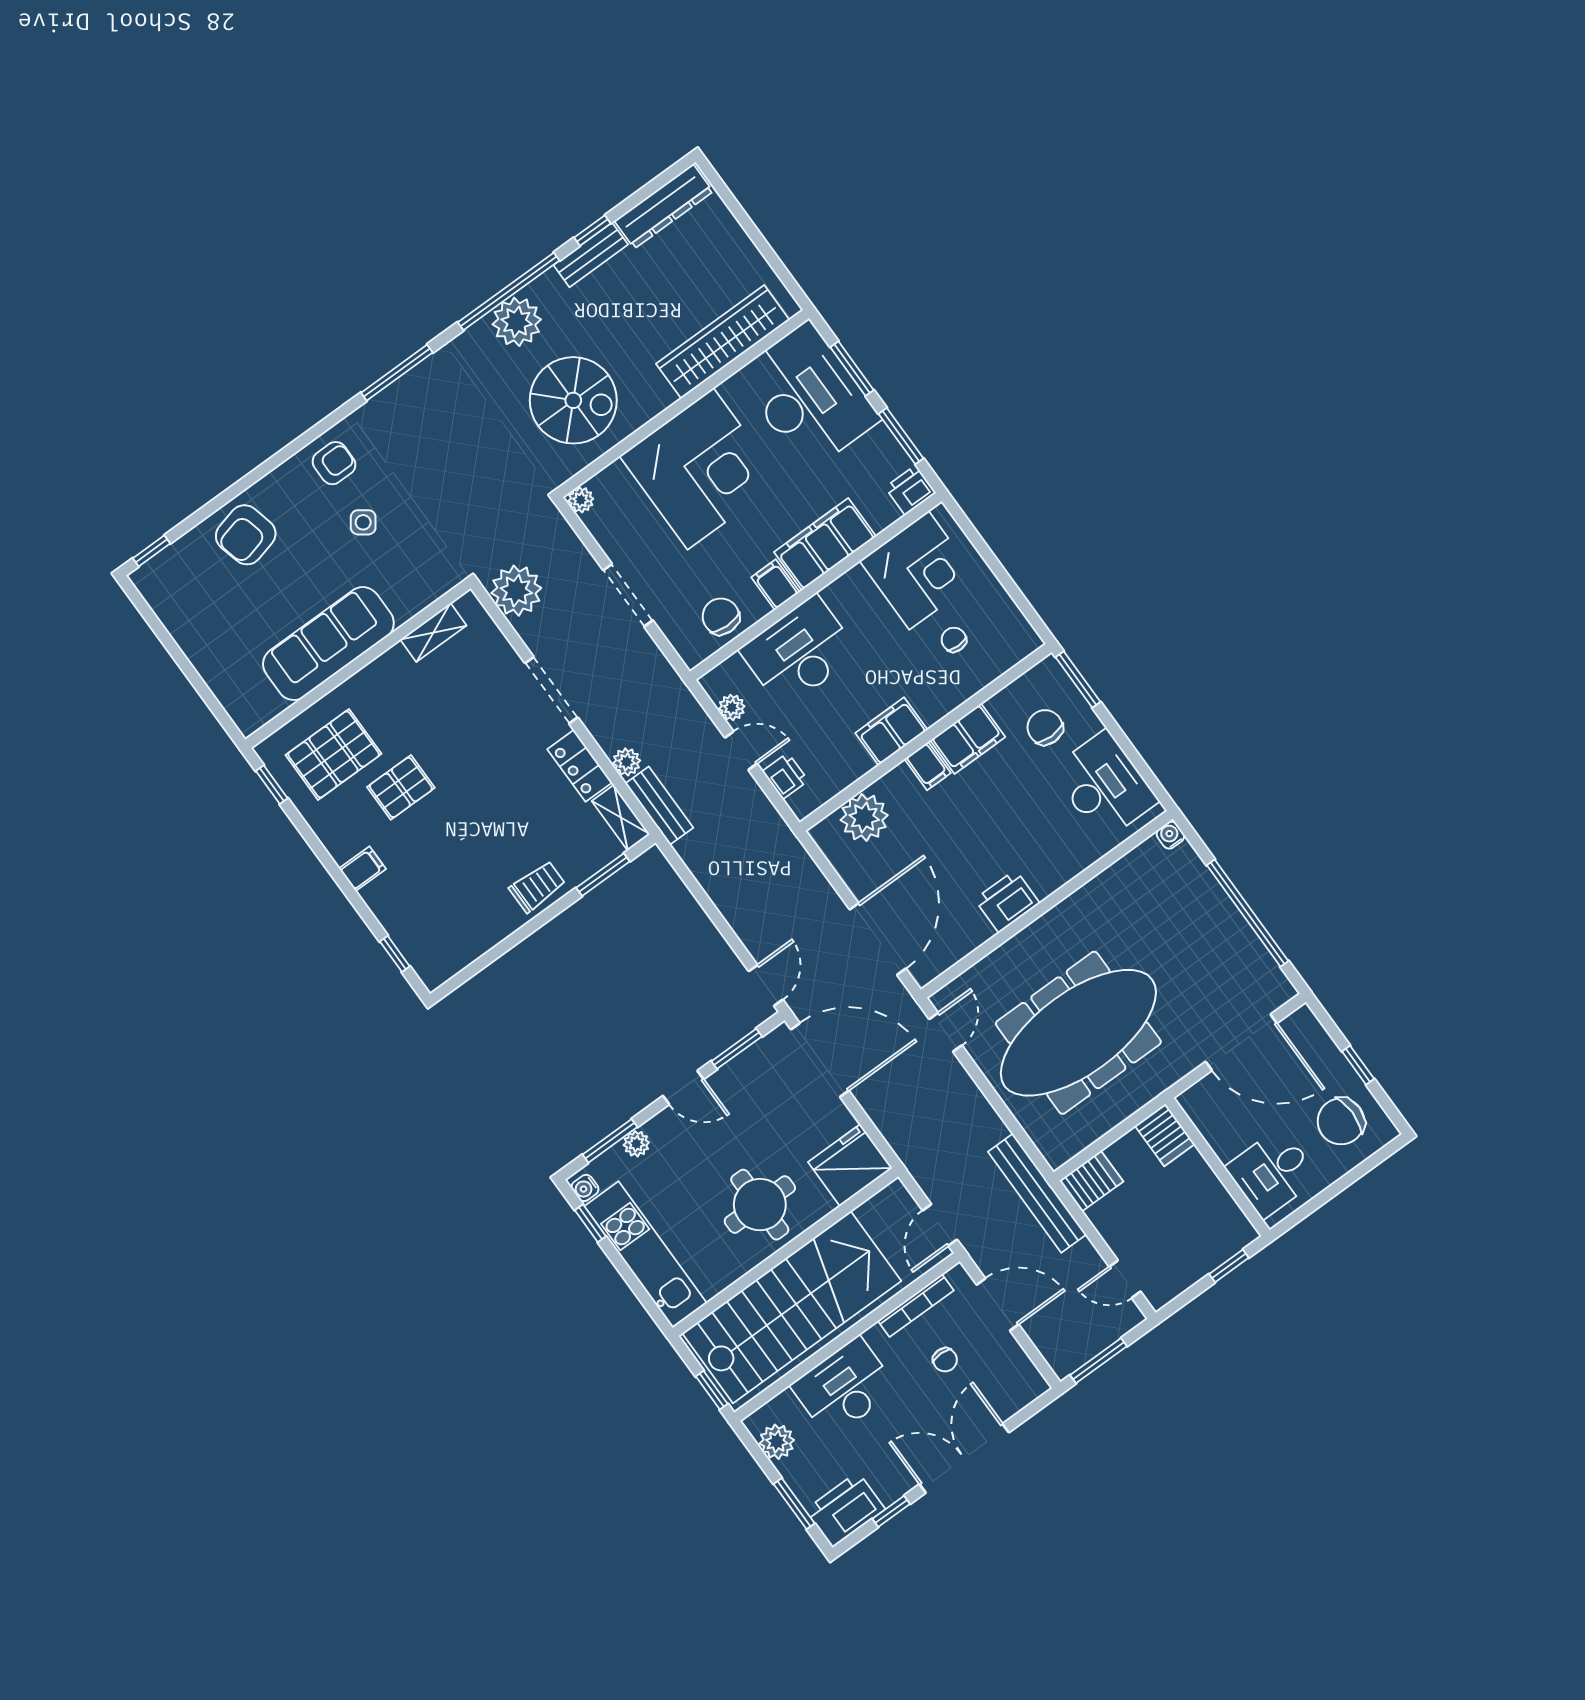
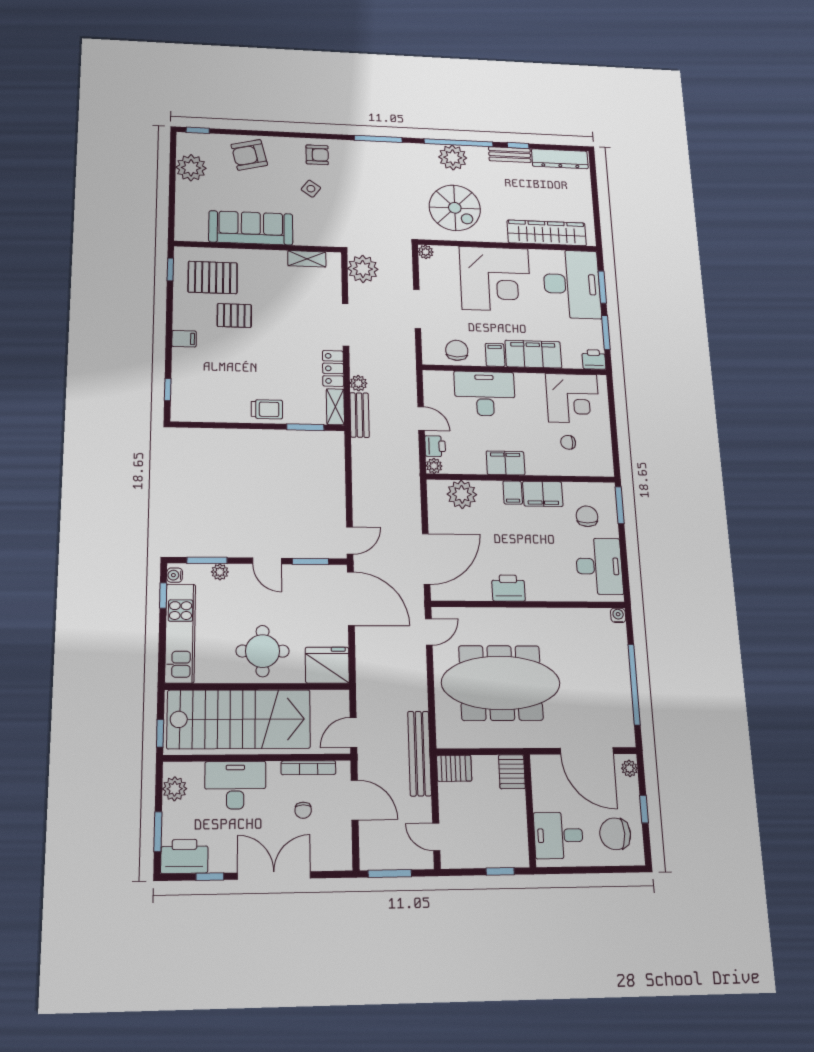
plant: (186, 615) -> (191, 168), added
chair: (954, 640) -> (568, 442), turned -90
plant: (732, 707) -> (434, 466), moved
plant: (1308, 1026) -> (629, 768), added

